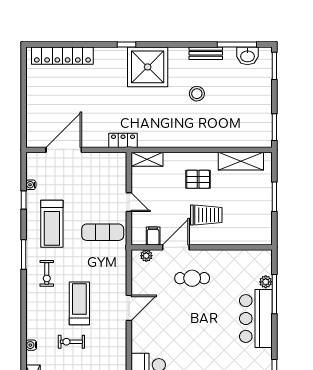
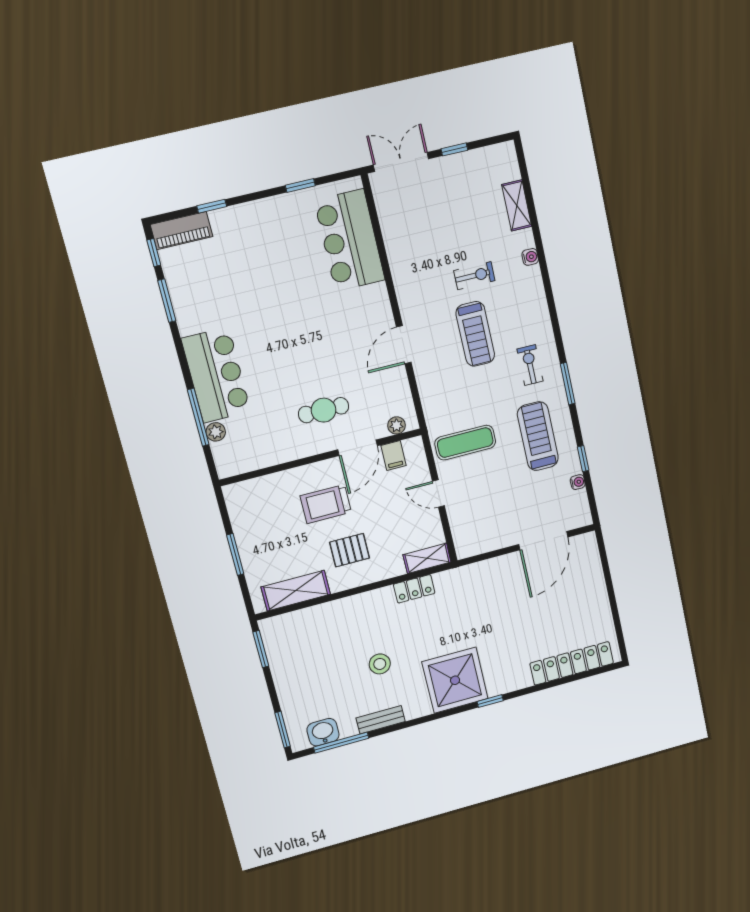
locker: (123, 140) -> (414, 589), moved

